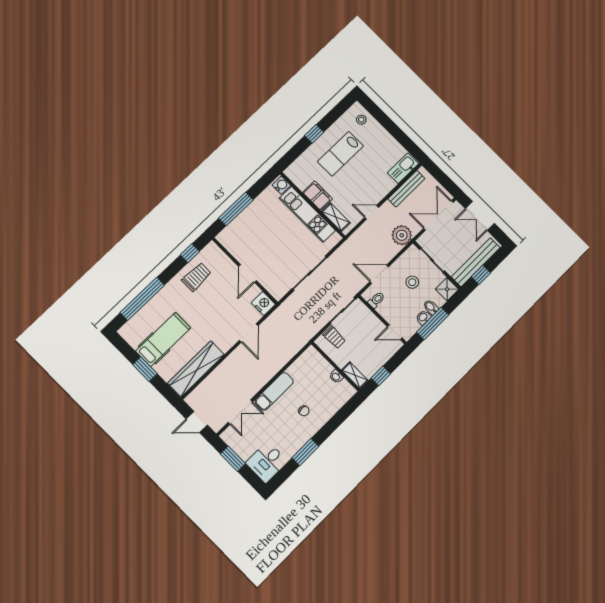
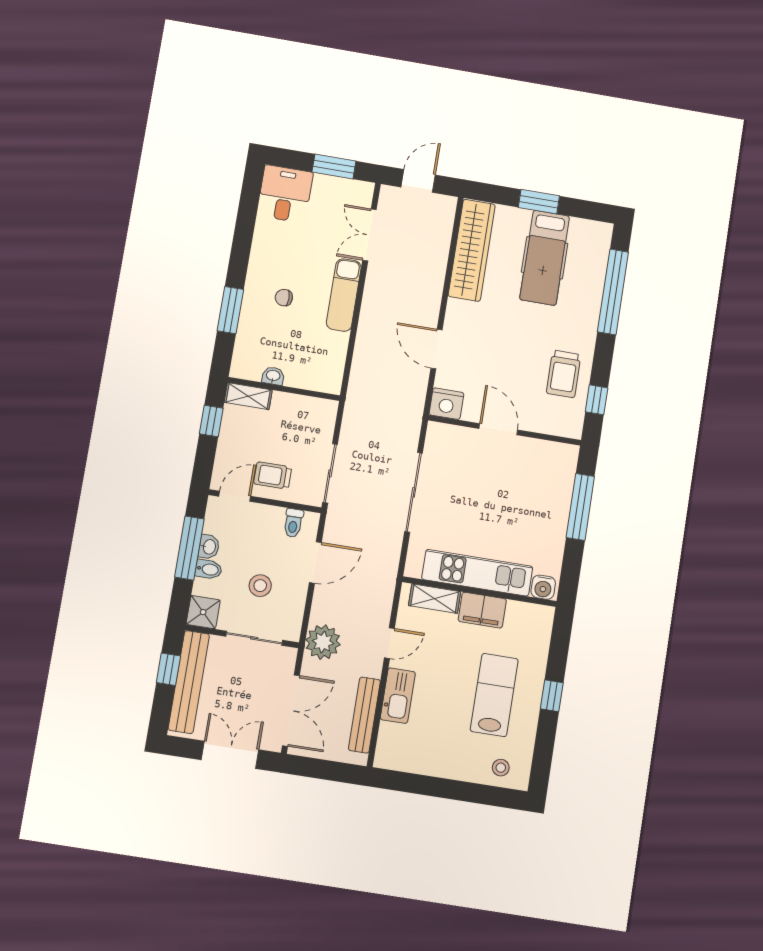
kitchen sink: (403, 168) -> (398, 696), moved
trolley: (334, 337) -> (273, 475), moved
window: (305, 452) -> (230, 310), moved

